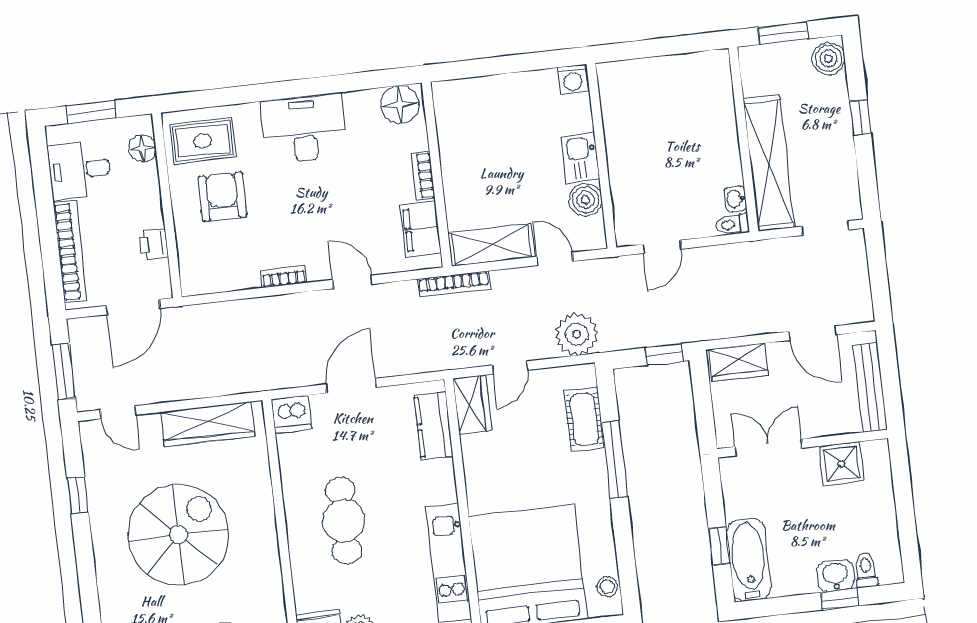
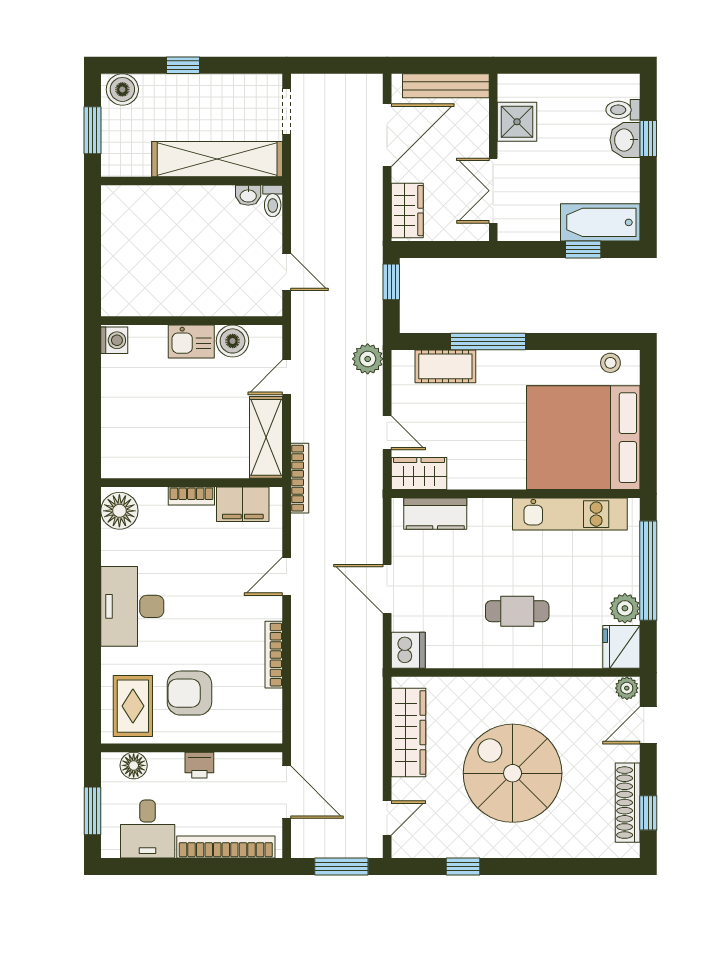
printer: (154, 244) -> (199, 765), moved
bookcase: (284, 277) -> (274, 655), width x1.56
door: (813, 333) -> (387, 135), width x1.36
plant: (577, 334) -> (368, 359), width x0.73, depth x0.73
cafe table: (344, 521) -> (517, 611), width x0.73, depth x0.74

